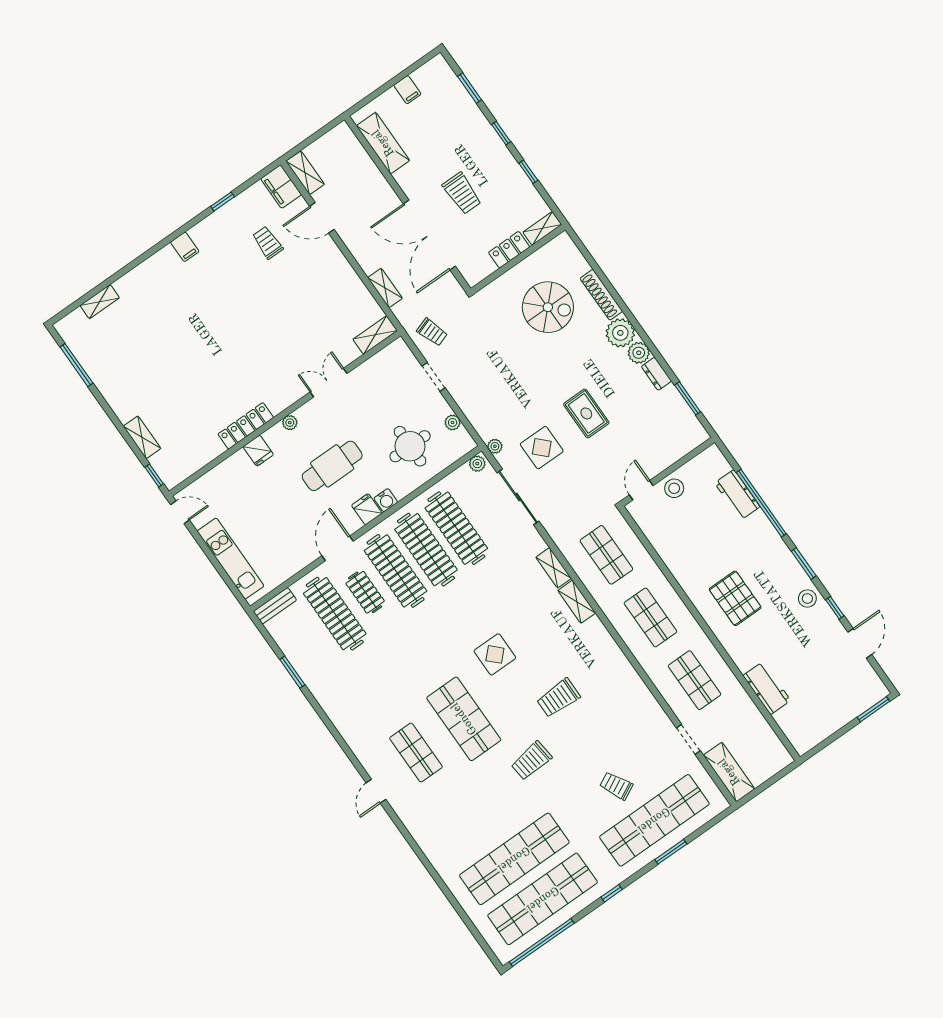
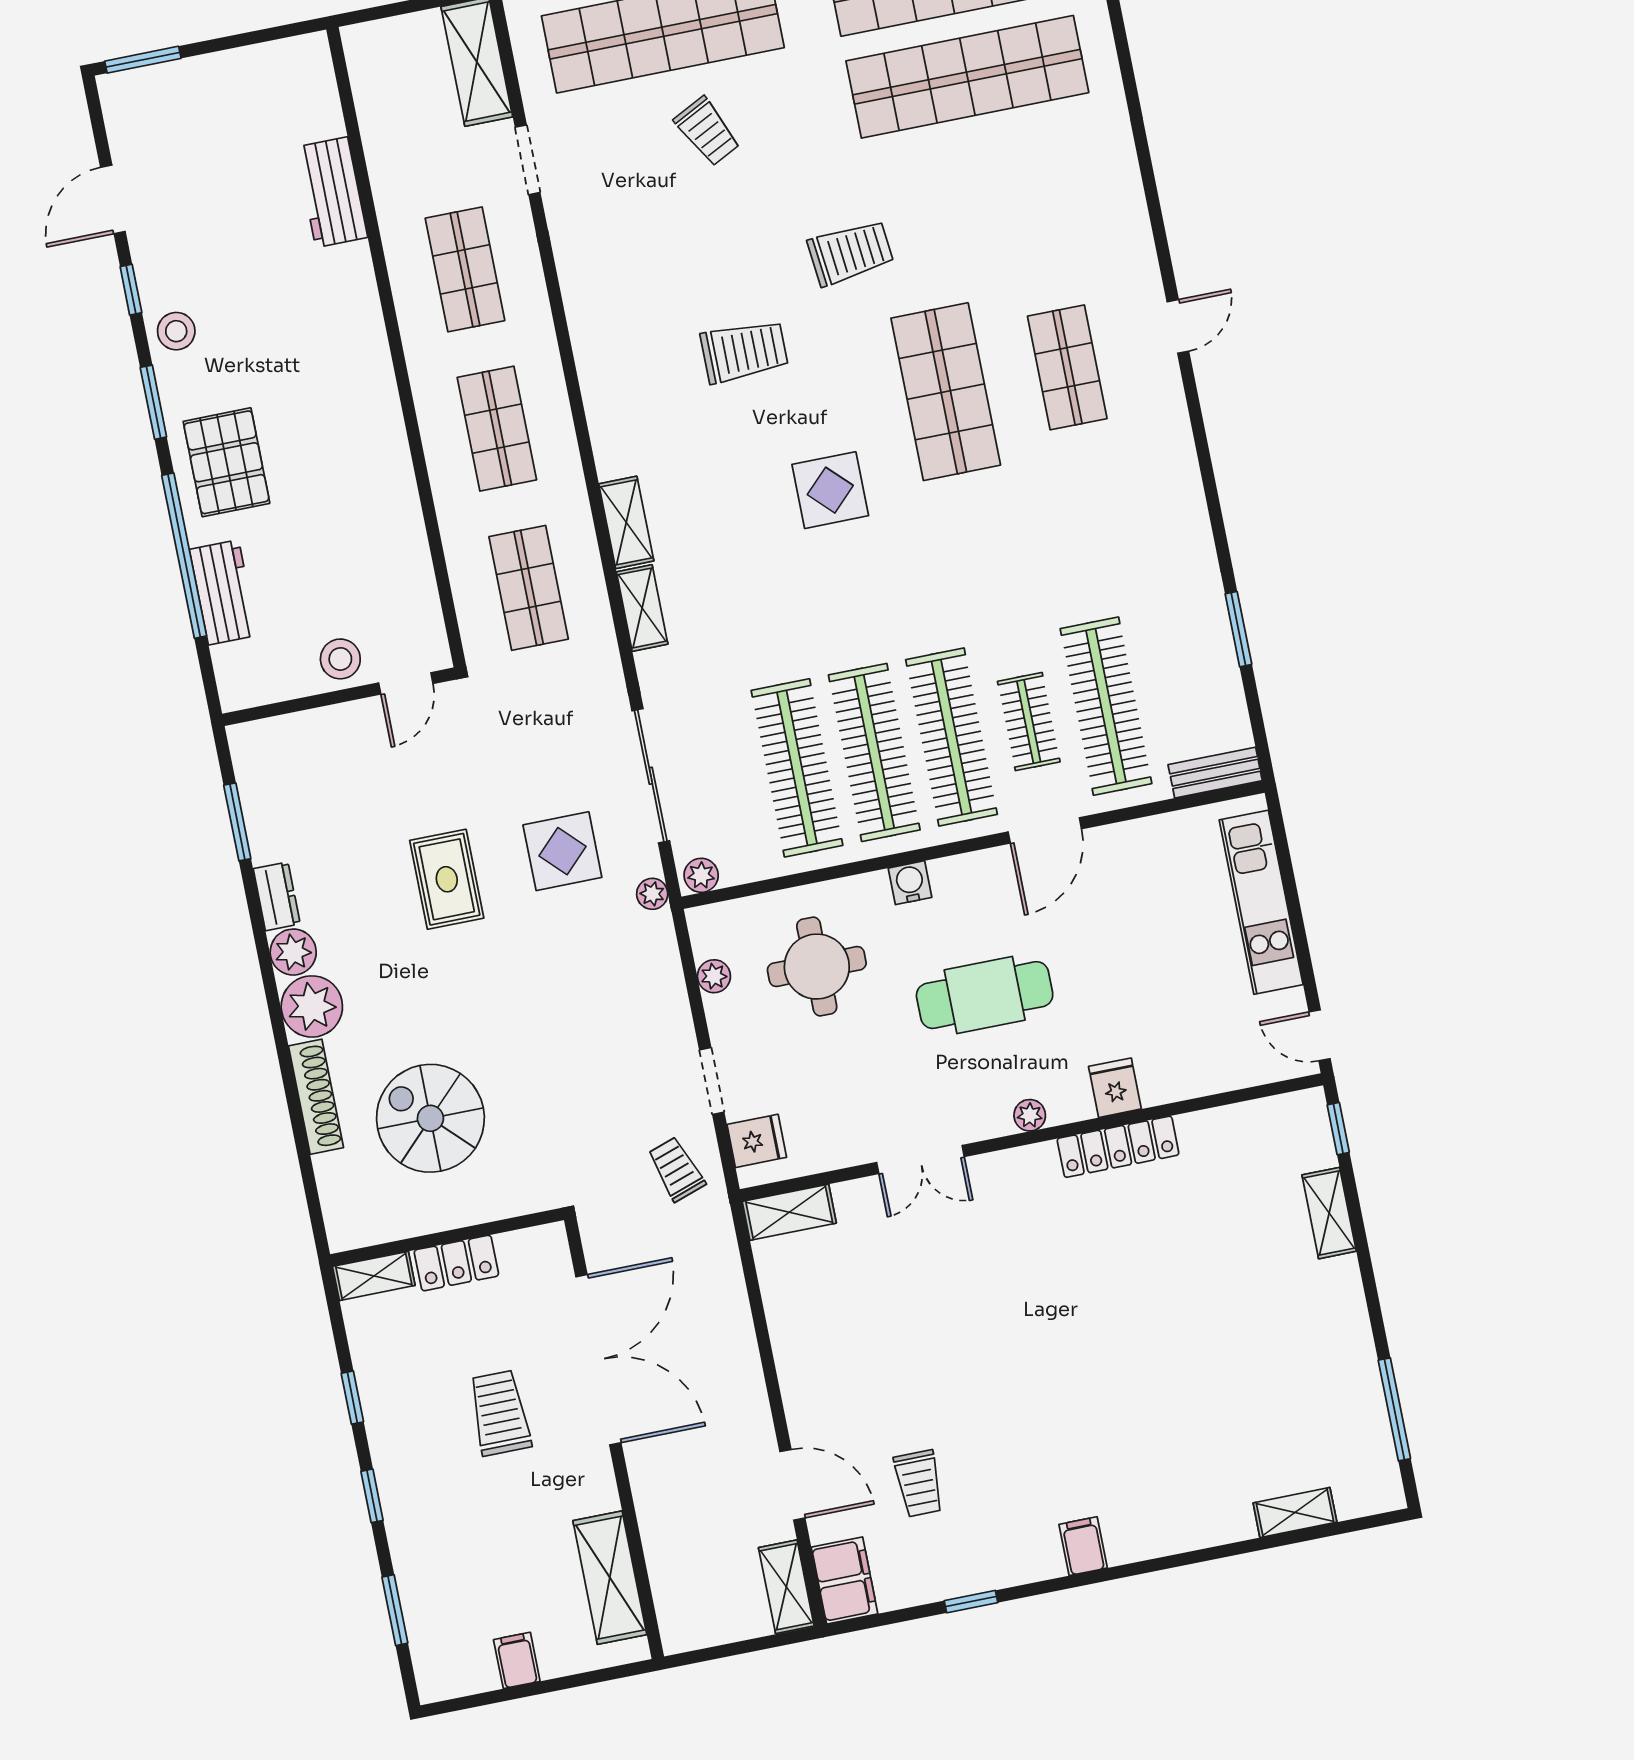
shelving: (385, 288) -> (730, 1295), removed
fridge: (367, 509) -> (757, 1141), moved, turned -90
pallet: (735, 598) -> (226, 462), moved

